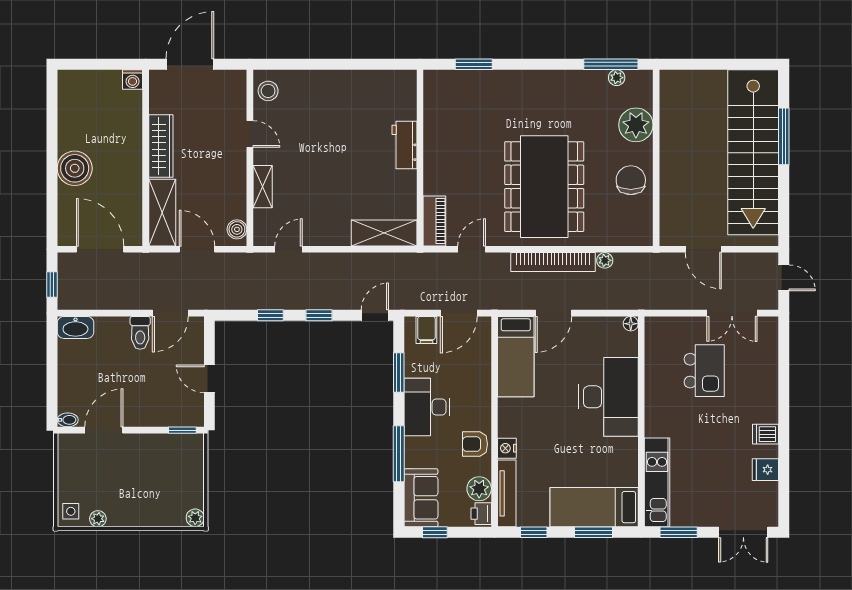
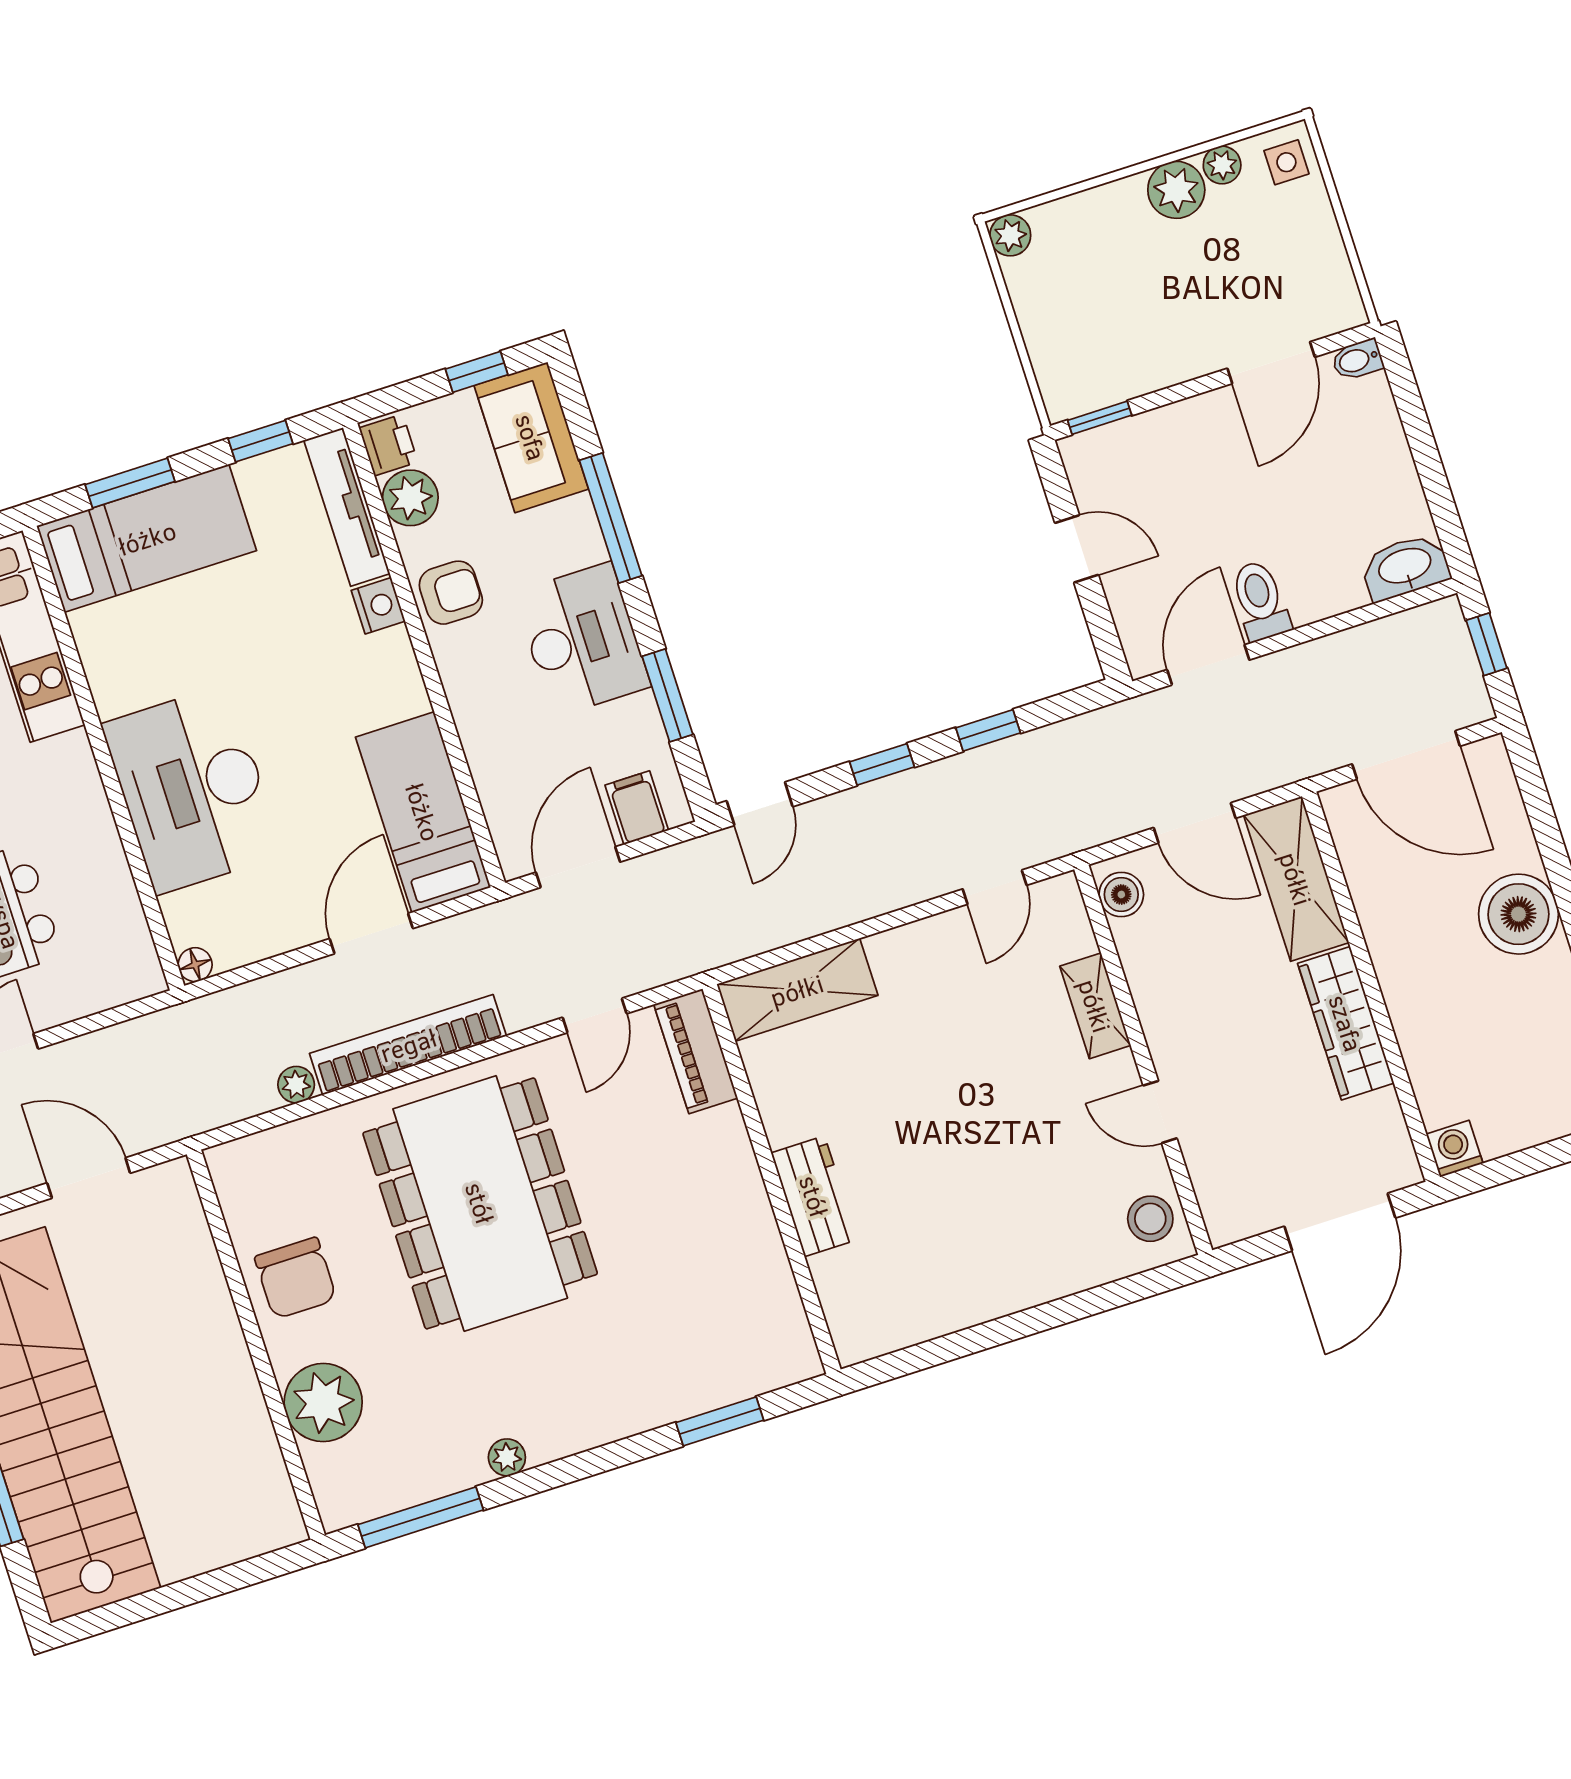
plant: (617, 78) -> (507, 1457), moved
plant: (120, 515) -> (1176, 190), added

